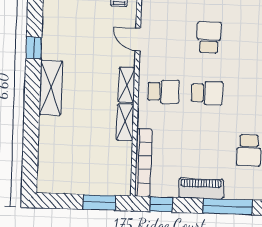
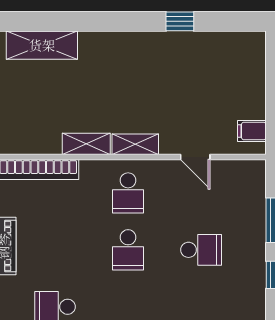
door: (138, 39) -> (195, 157), swing flipped
shelving: (51, 88) -> (42, 45), moved

